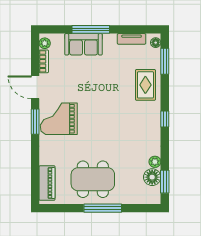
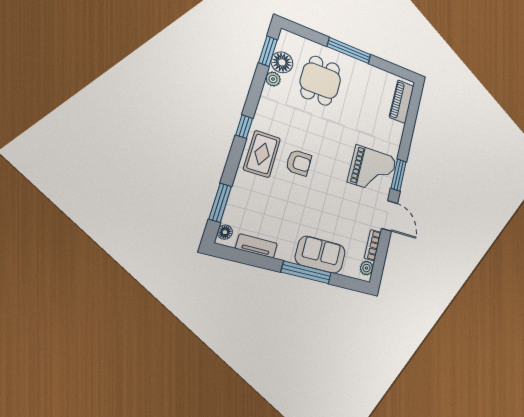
rug: (145, 85) -> (262, 154), moved
armchair: (118, 106) -> (299, 163), added
dining table: (93, 179) -> (320, 81), moved, width x0.73

